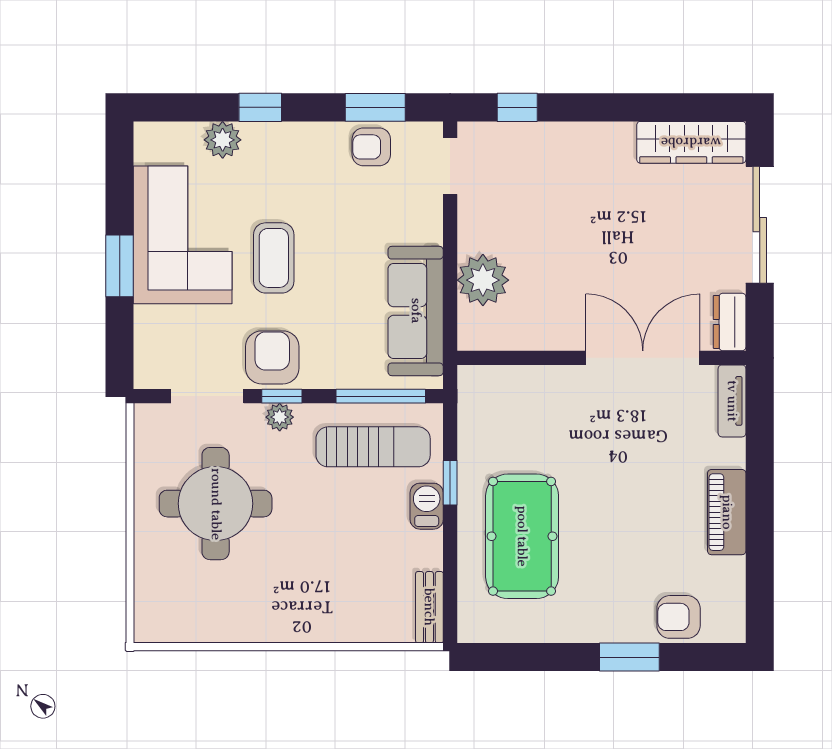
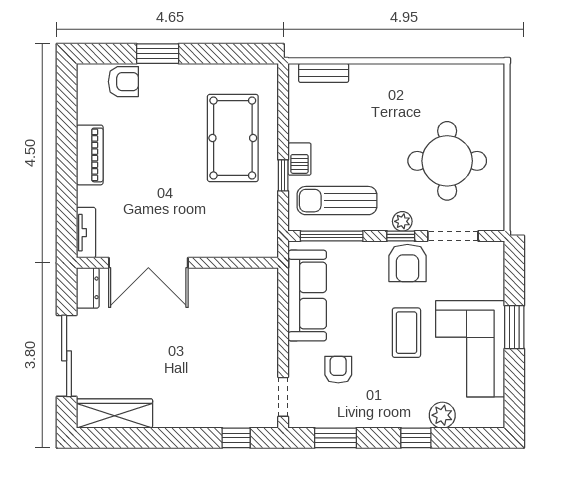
armchair: (371, 147) -> (338, 370), moved, turned -90
plant: (483, 280) -> (260, 317), removed
bench: (429, 607) -> (324, 73), moved, turned 90

